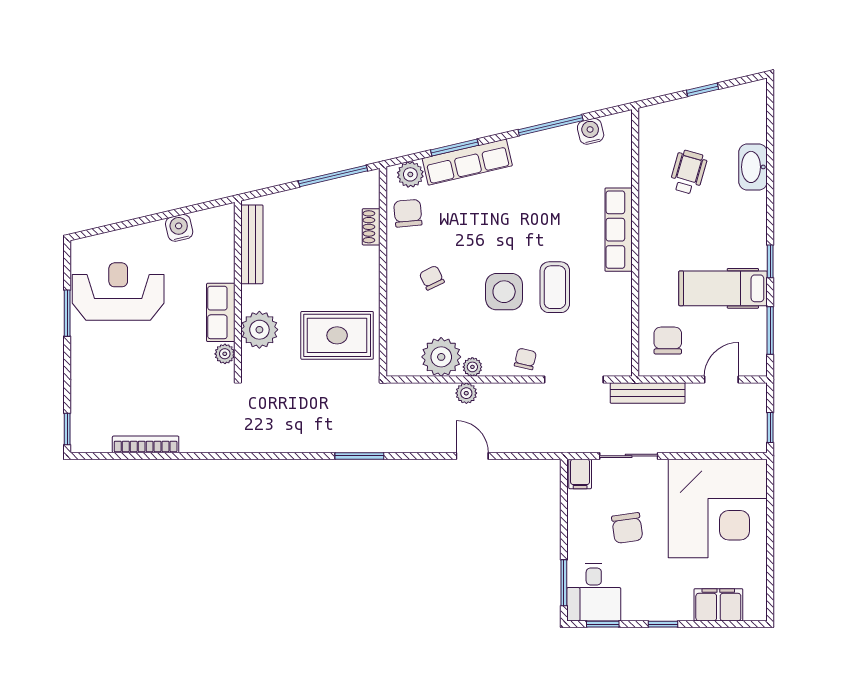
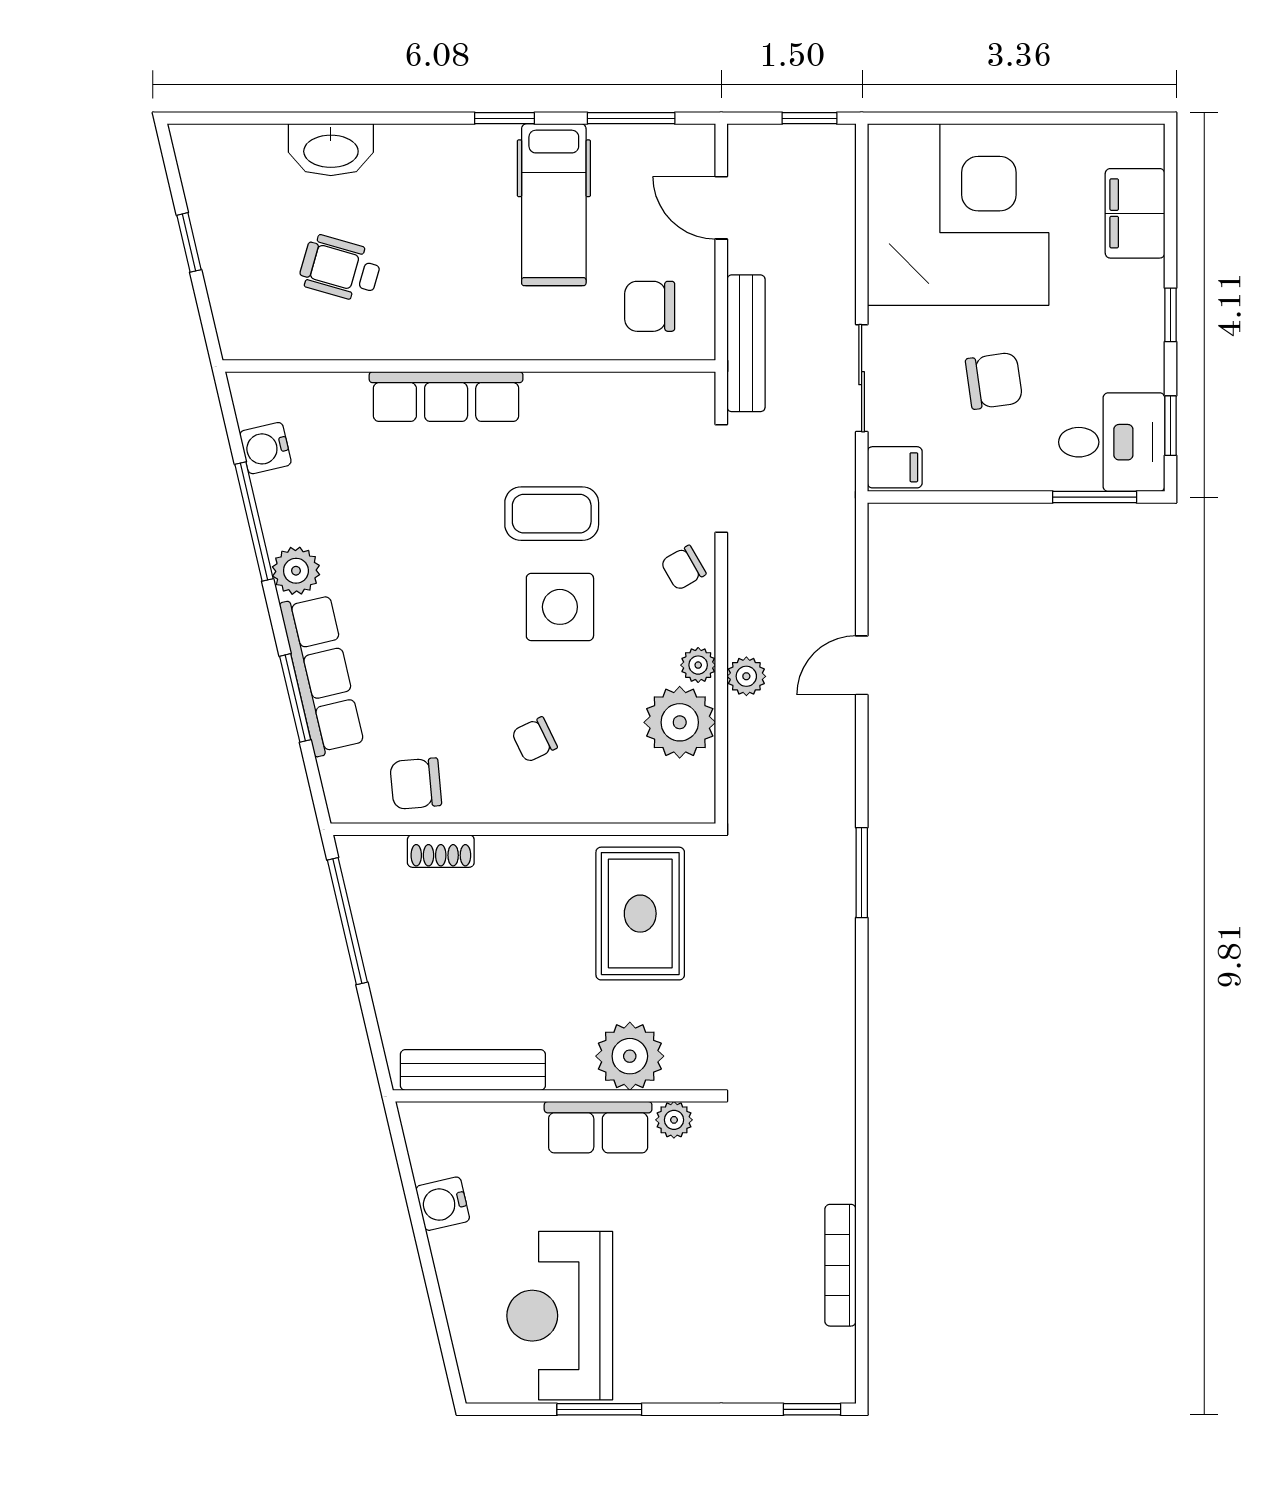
plant: (410, 174) -> (296, 571), moved
chair: (525, 359) -> (683, 568), turned -43

